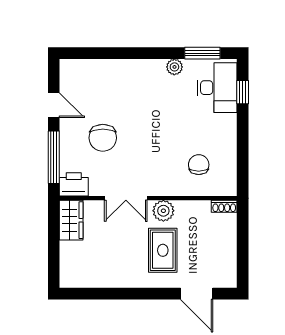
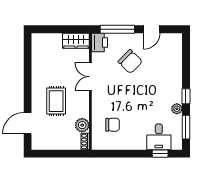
window: (156, 53) -> (186, 96), added
desk: (217, 88) -> (159, 137), width x0.73
chair: (103, 138) -> (130, 62), turned -135
plant: (163, 211) -> (82, 125), moved
rug: (163, 250) -> (56, 101), turned 90

